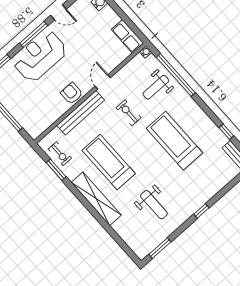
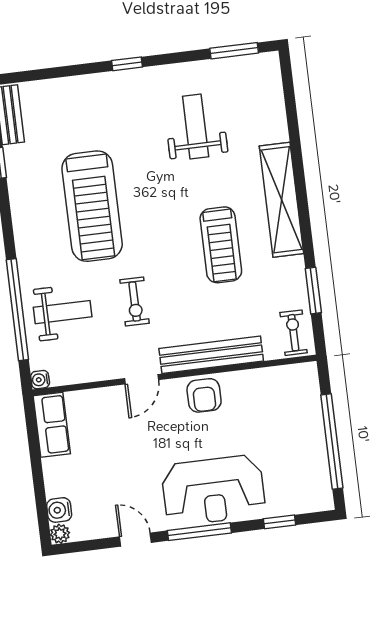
exercise bike: (60, 154) -> (294, 333), moved
treadmill: (109, 162) -> (221, 245), width x0.73, depth x0.73

